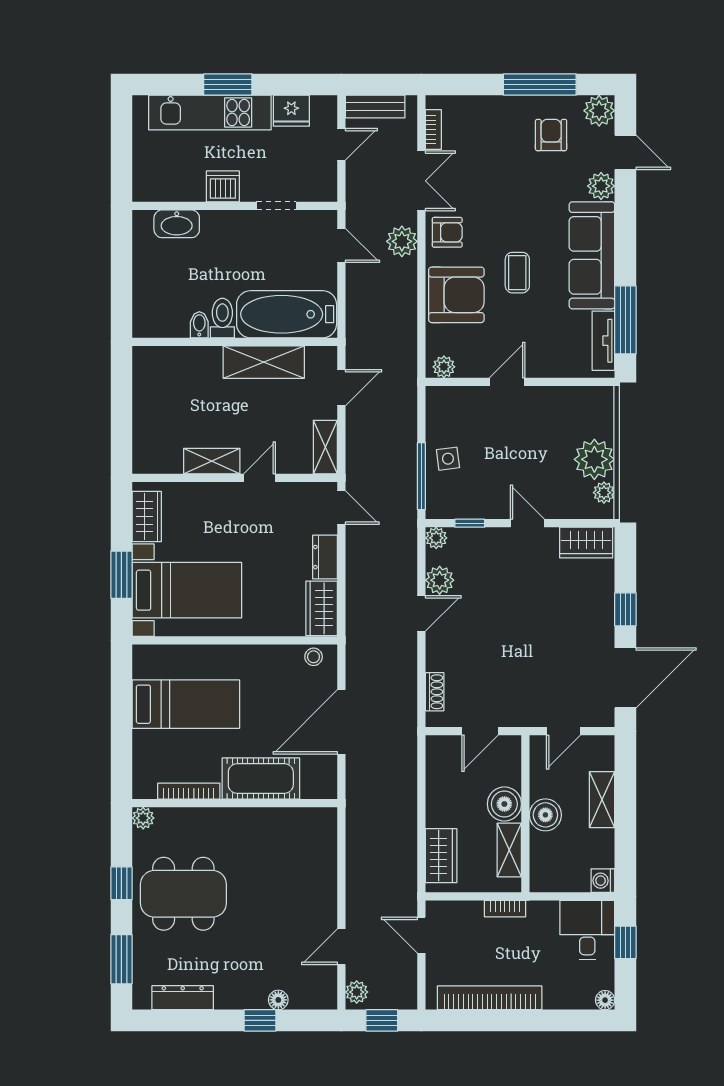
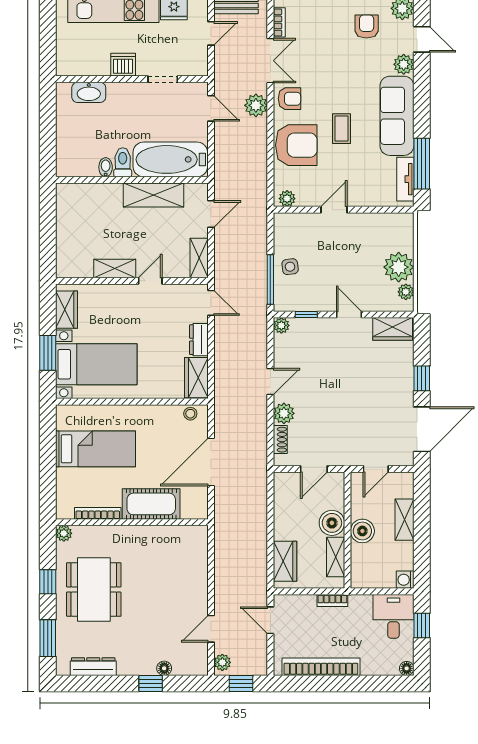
plant: (440, 580) -> (284, 413), moved
dining table: (183, 894) -> (94, 589), turned 90

